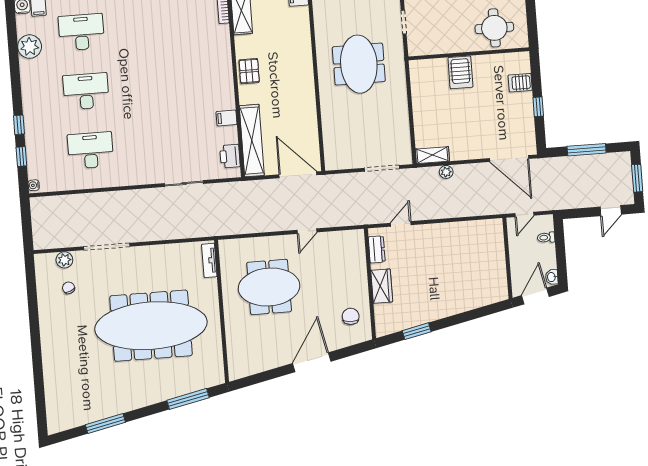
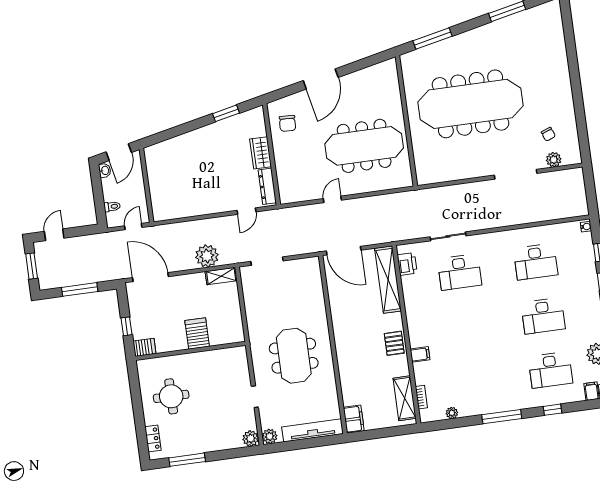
wall: (469, 54) -> (191, 351), moved
server rack: (460, 72) -> (197, 333), moved
filing cabinet: (227, 118) -> (420, 354), moved
desk: (174, 144) -> (460, 272), added
plant: (446, 172) -> (207, 256), width x1.88, depth x1.88
dresser: (377, 249) -> (267, 186), width x1.44
tv unit: (209, 260) -> (420, 167), removed
meeting table: (269, 287) -> (364, 146), width x1.36

